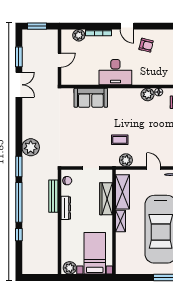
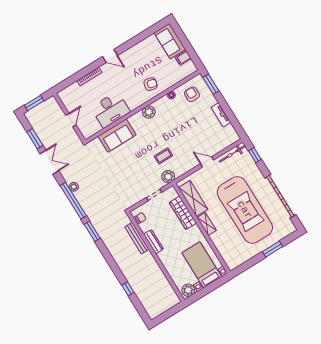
plant: (79, 35) -> (74, 89), removed
armchair: (146, 45) -> (151, 84), moved
desk: (115, 72) -> (110, 110), moved
plant: (148, 94) -> (149, 112), moved
plant: (31, 147) -> (74, 187), moved, width x0.53, depth x0.53
plant: (126, 160) -> (168, 177), moved
window: (19, 202) -> (73, 201), moved

